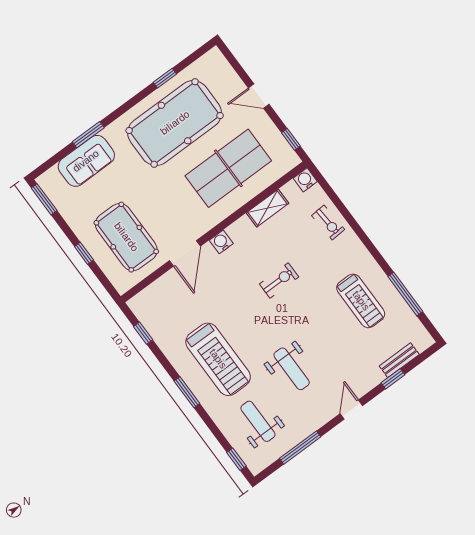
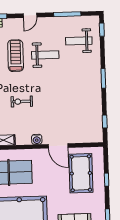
door: (185, 253) -> (58, 146), swing flipped
treadmill: (218, 359) -> (16, 56), moved, width x0.73, depth x0.73
weight bench: (292, 369) -> (45, 55), turned 90
weight bench: (258, 421) -> (79, 41), turned 90

